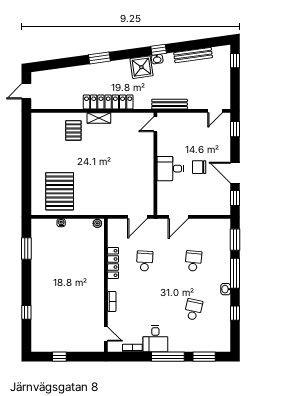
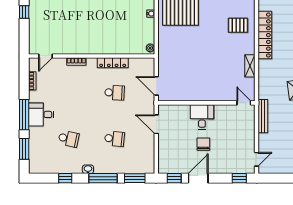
locker: (108, 102) -> (265, 35), moved
door: (215, 111) -> (257, 159), swing flipped
shelving: (99, 118) -> (250, 66), moved
desk: (155, 339) -> (41, 114), moved

